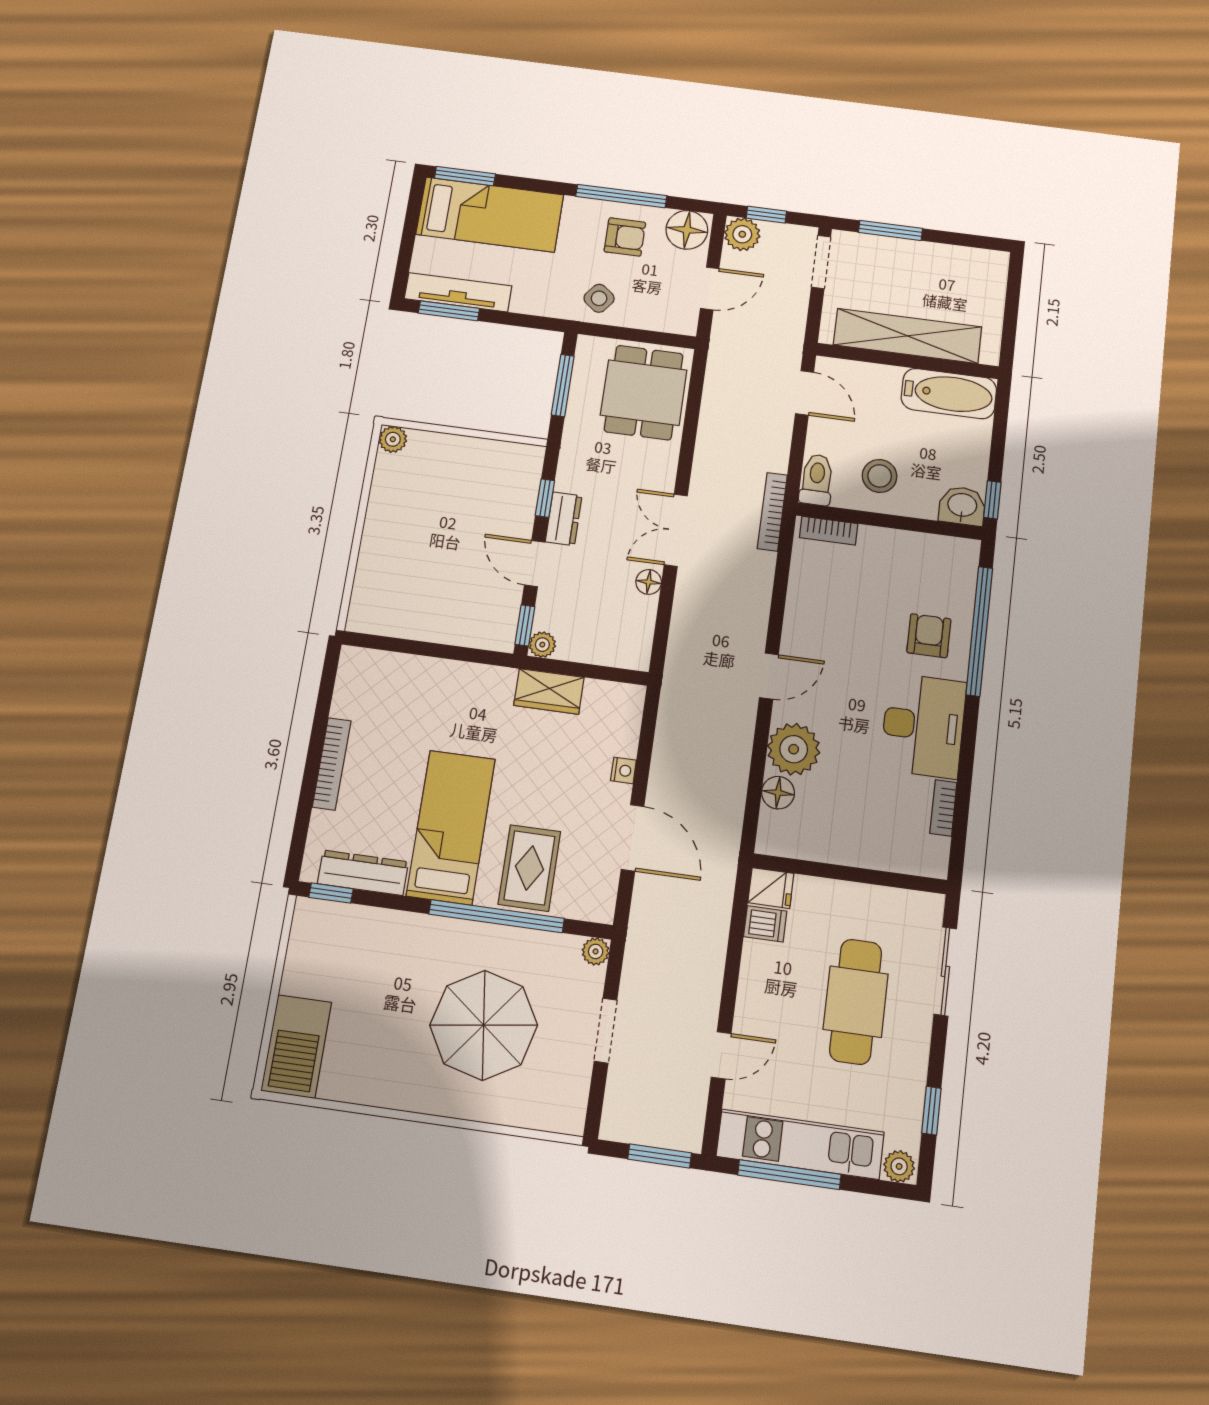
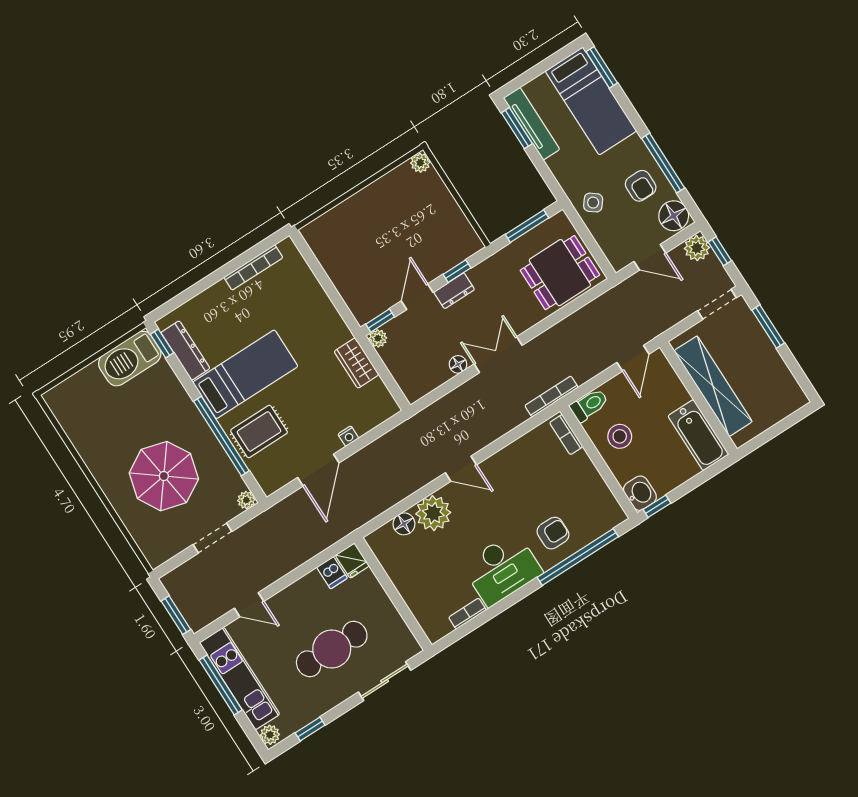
bookcase: (332, 764) -> (253, 267), moved
barbecue: (296, 1046) -> (130, 359), moved

